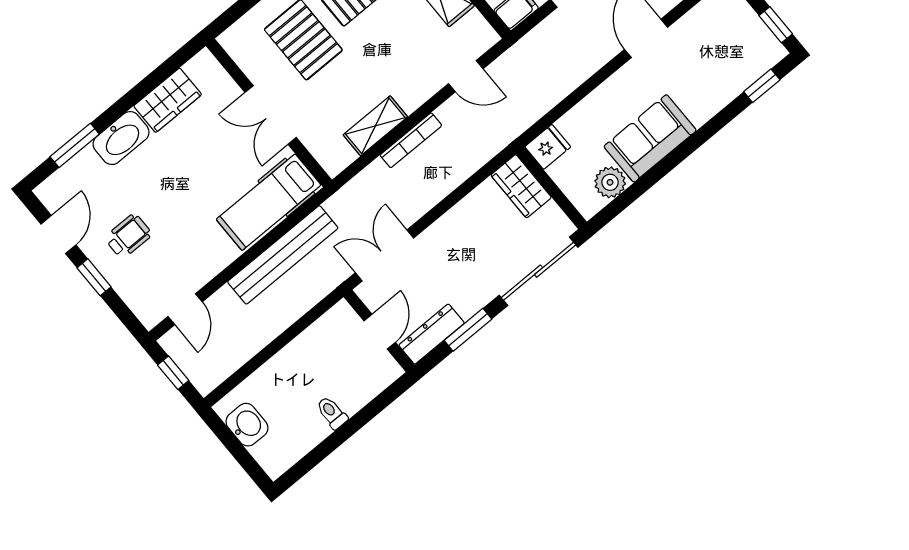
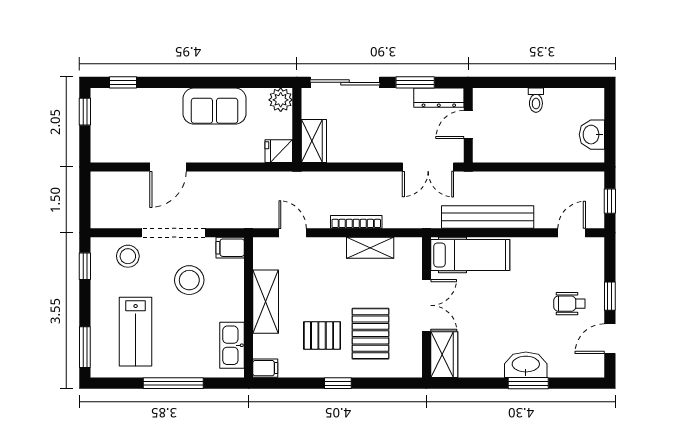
wardrobe: (168, 100) -> (444, 355), moved, turned 90
window: (75, 145) -> (528, 383), moved
plant: (610, 182) -> (281, 100), moved

